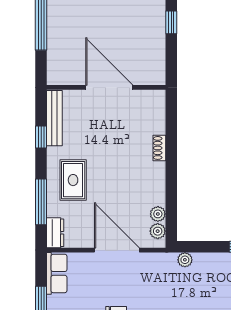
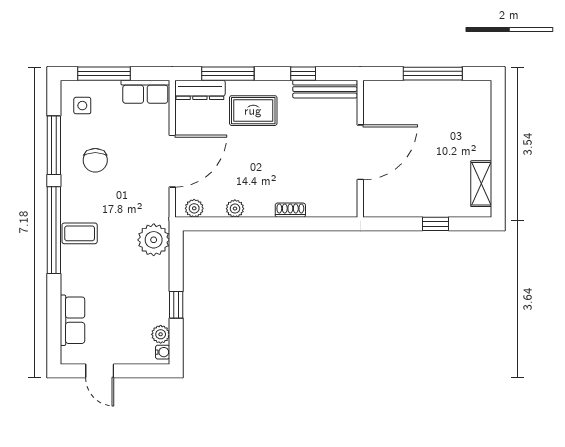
plant: (158, 214) -> (235, 209), moved
dresser: (55, 233) -> (200, 90), width x1.44
plant: (185, 260) -> (154, 240), width x1.88, depth x1.88

